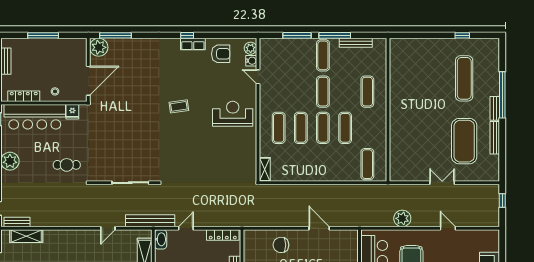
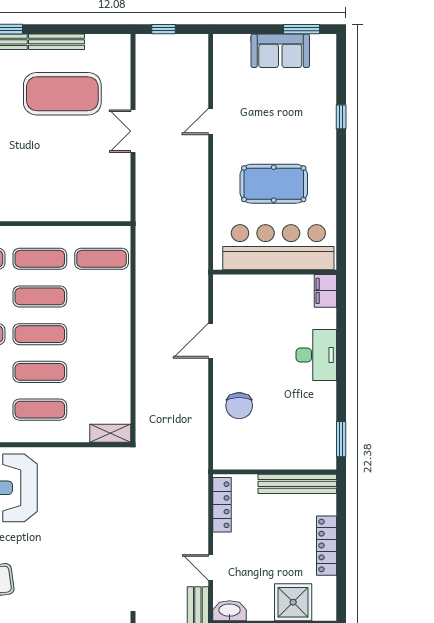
exercise mat: (367, 128) -> (40, 259), added
plant: (402, 218) -> (194, 199), removed

